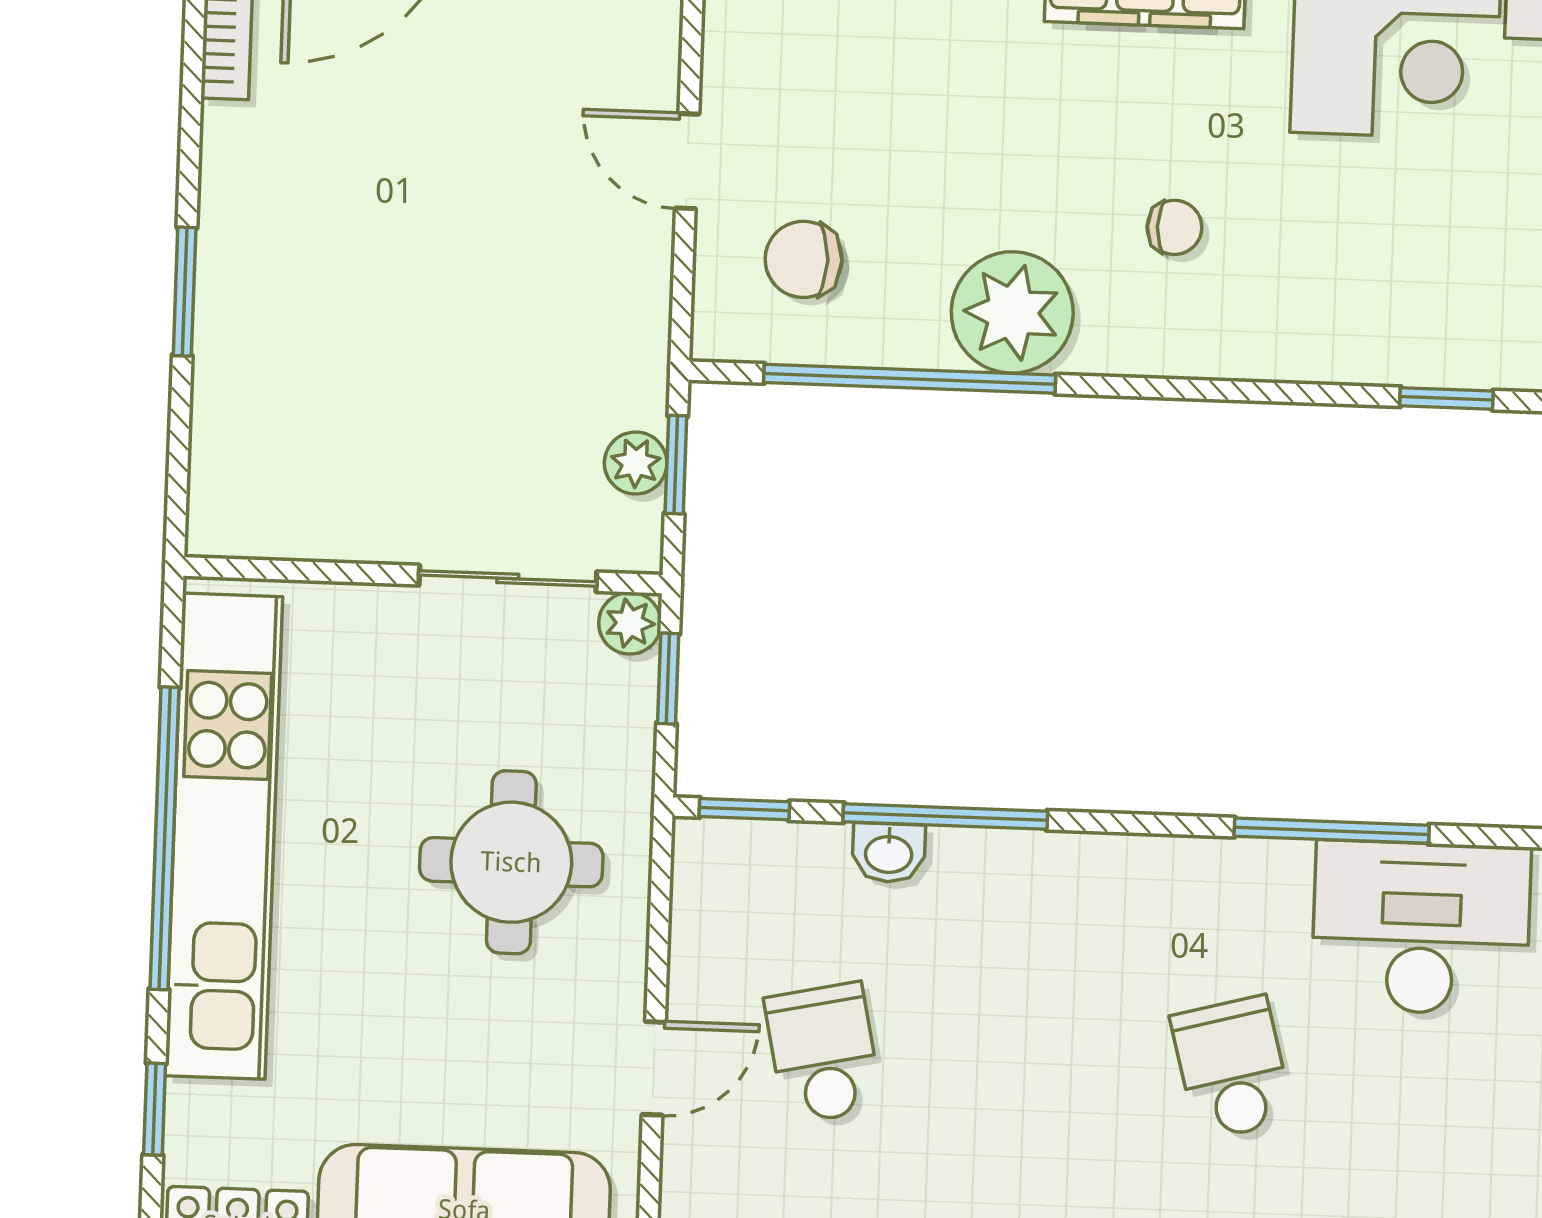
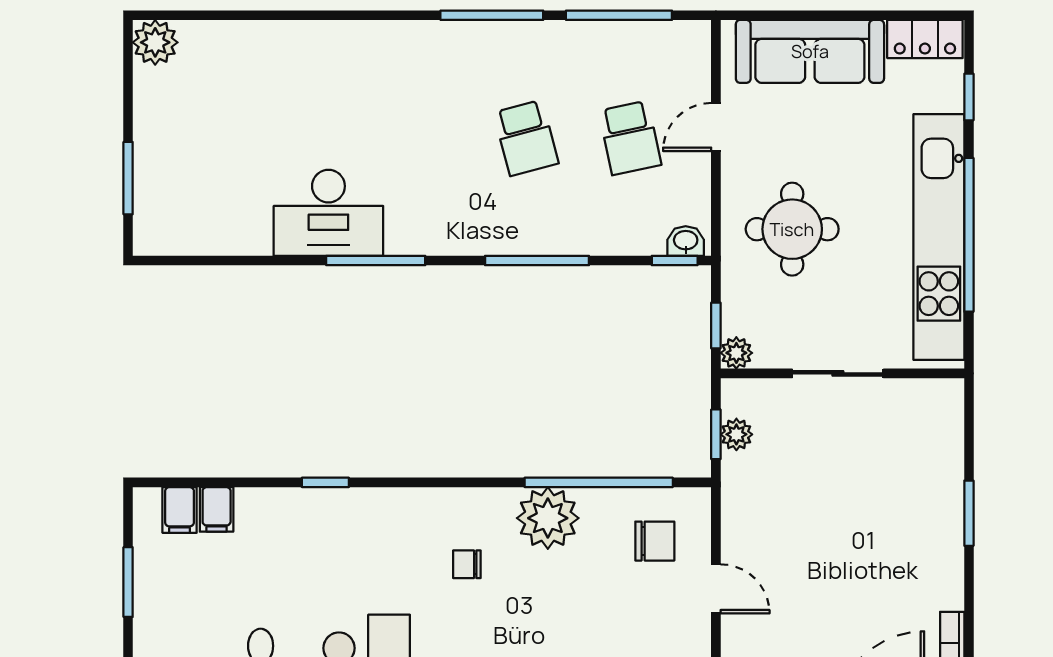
sliding door: (508, 578) -> (838, 373), moved
window: (945, 817) -> (537, 260), moved
washbasin: (889, 853) -> (686, 241), moved
school desk: (1232, 1068) -> (526, 138), moved

